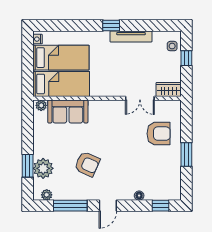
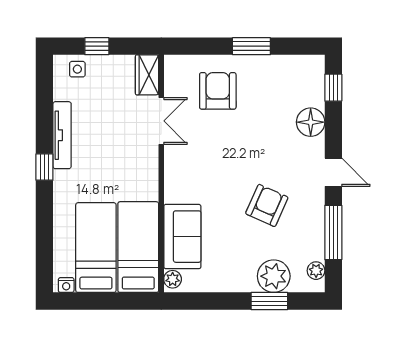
floor lamp: (139, 196) -> (311, 122), width x1.89, depth x1.89

